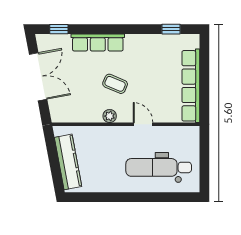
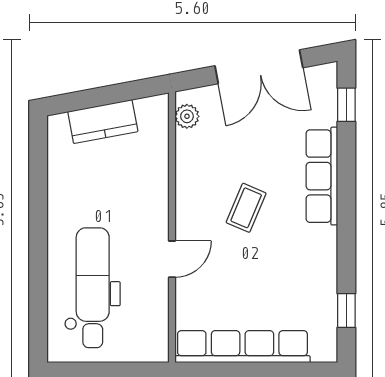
plant: (110, 116) -> (187, 116), moved
kitchen counter: (68, 162) -> (103, 122), width x0.67

